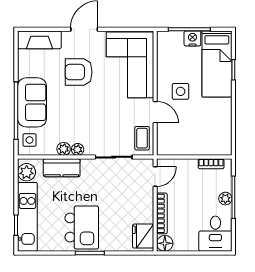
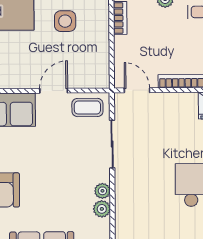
side table: (181, 91) -> (65, 21), moved
kitchen counter: (62, 168) -> (126, 211), removed

